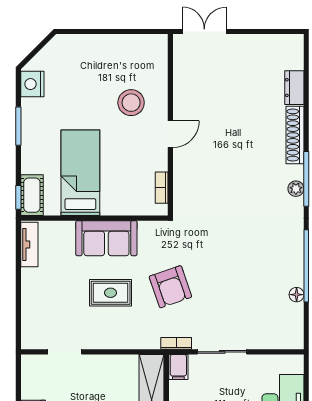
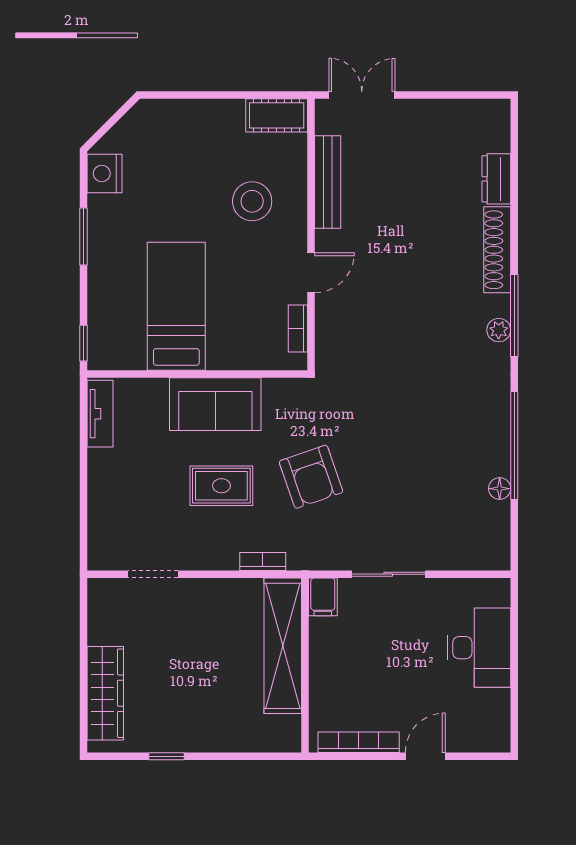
bench: (182, 90) -> (328, 182), added
door: (170, 134) -> (311, 273), moved
cot: (32, 195) -> (277, 115), moved, turned 90
bookcase: (176, 343) -> (263, 561), moved

